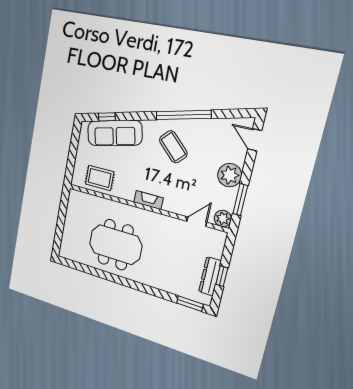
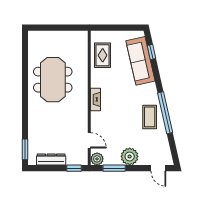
door: (255, 140) -> (158, 168), swing flipped
coffee table: (173, 147) -> (150, 117), moved, turned -44
window: (222, 276) -> (74, 168), moved

